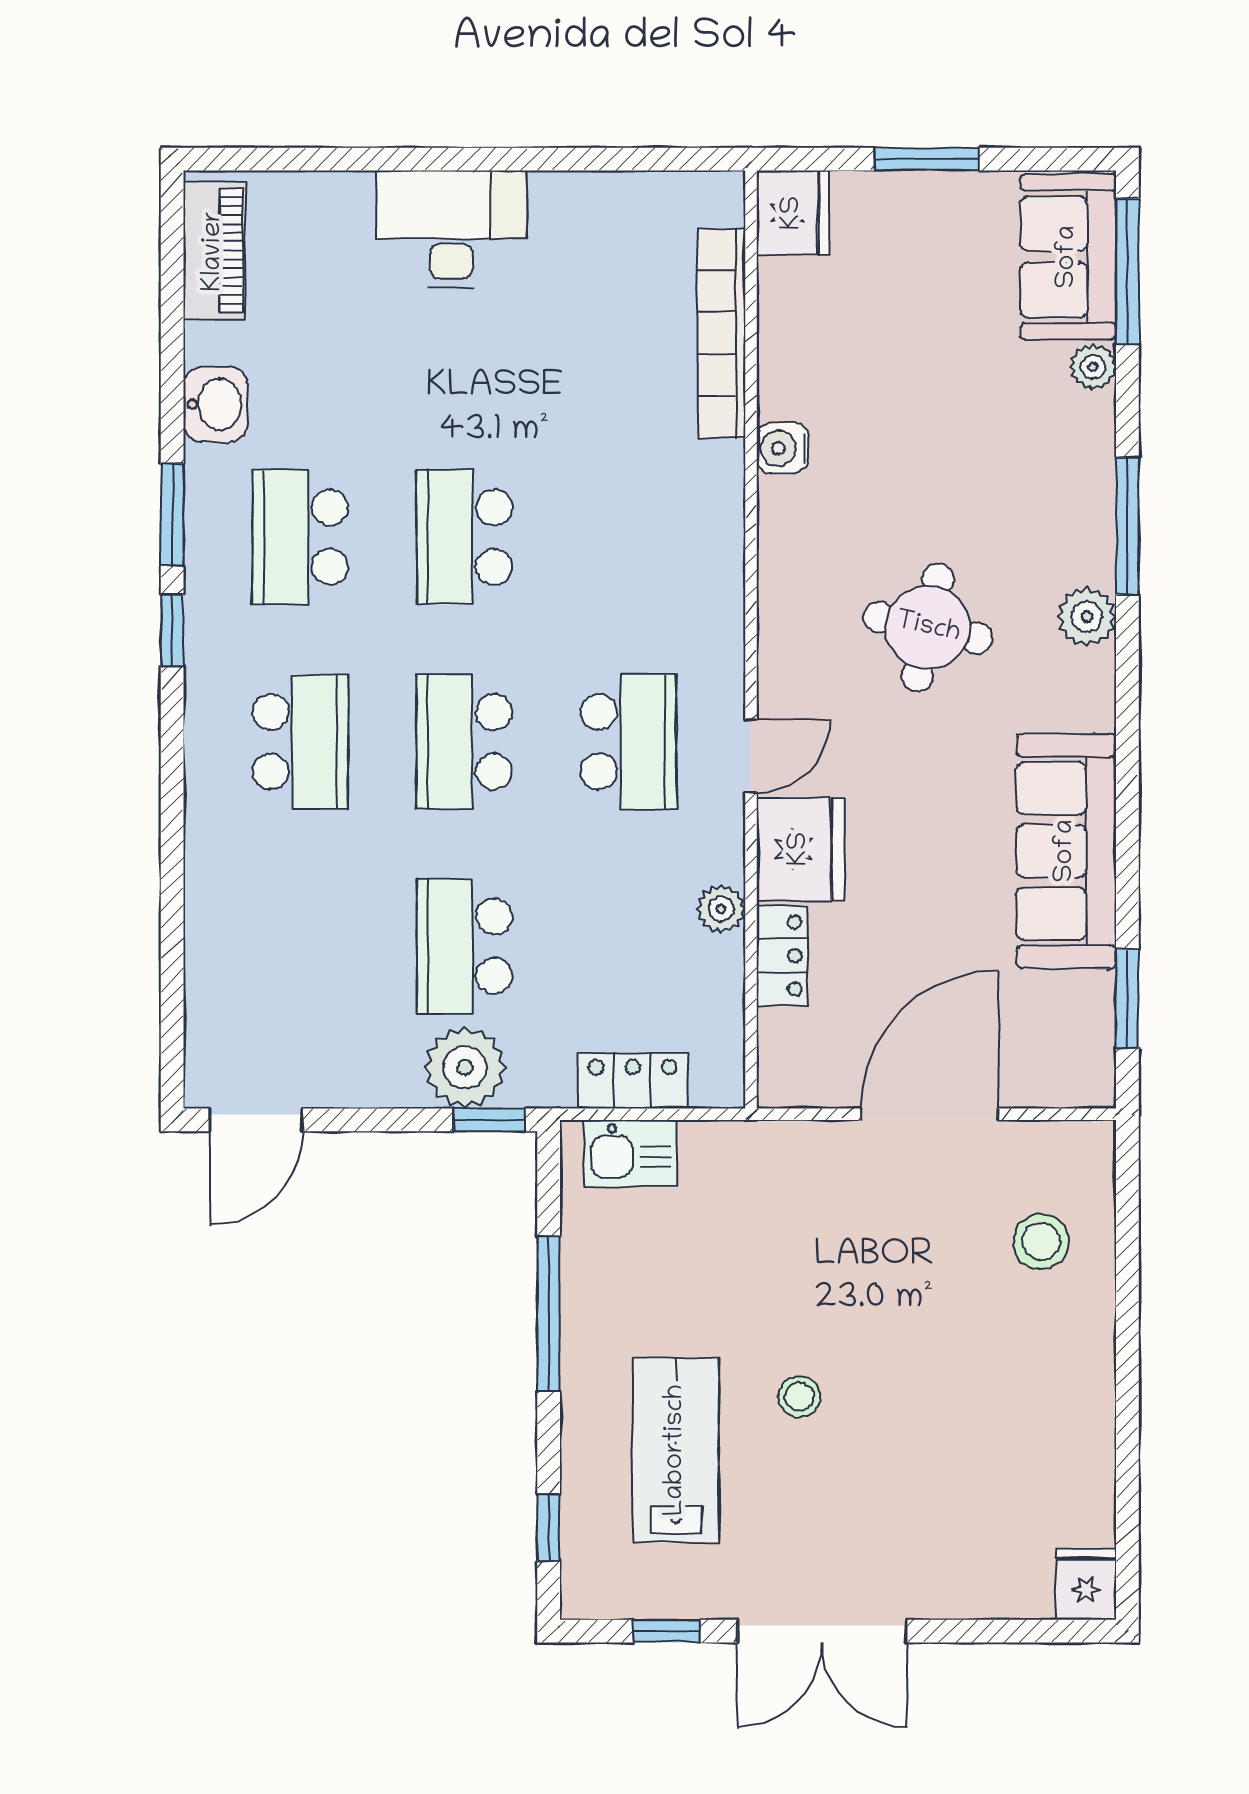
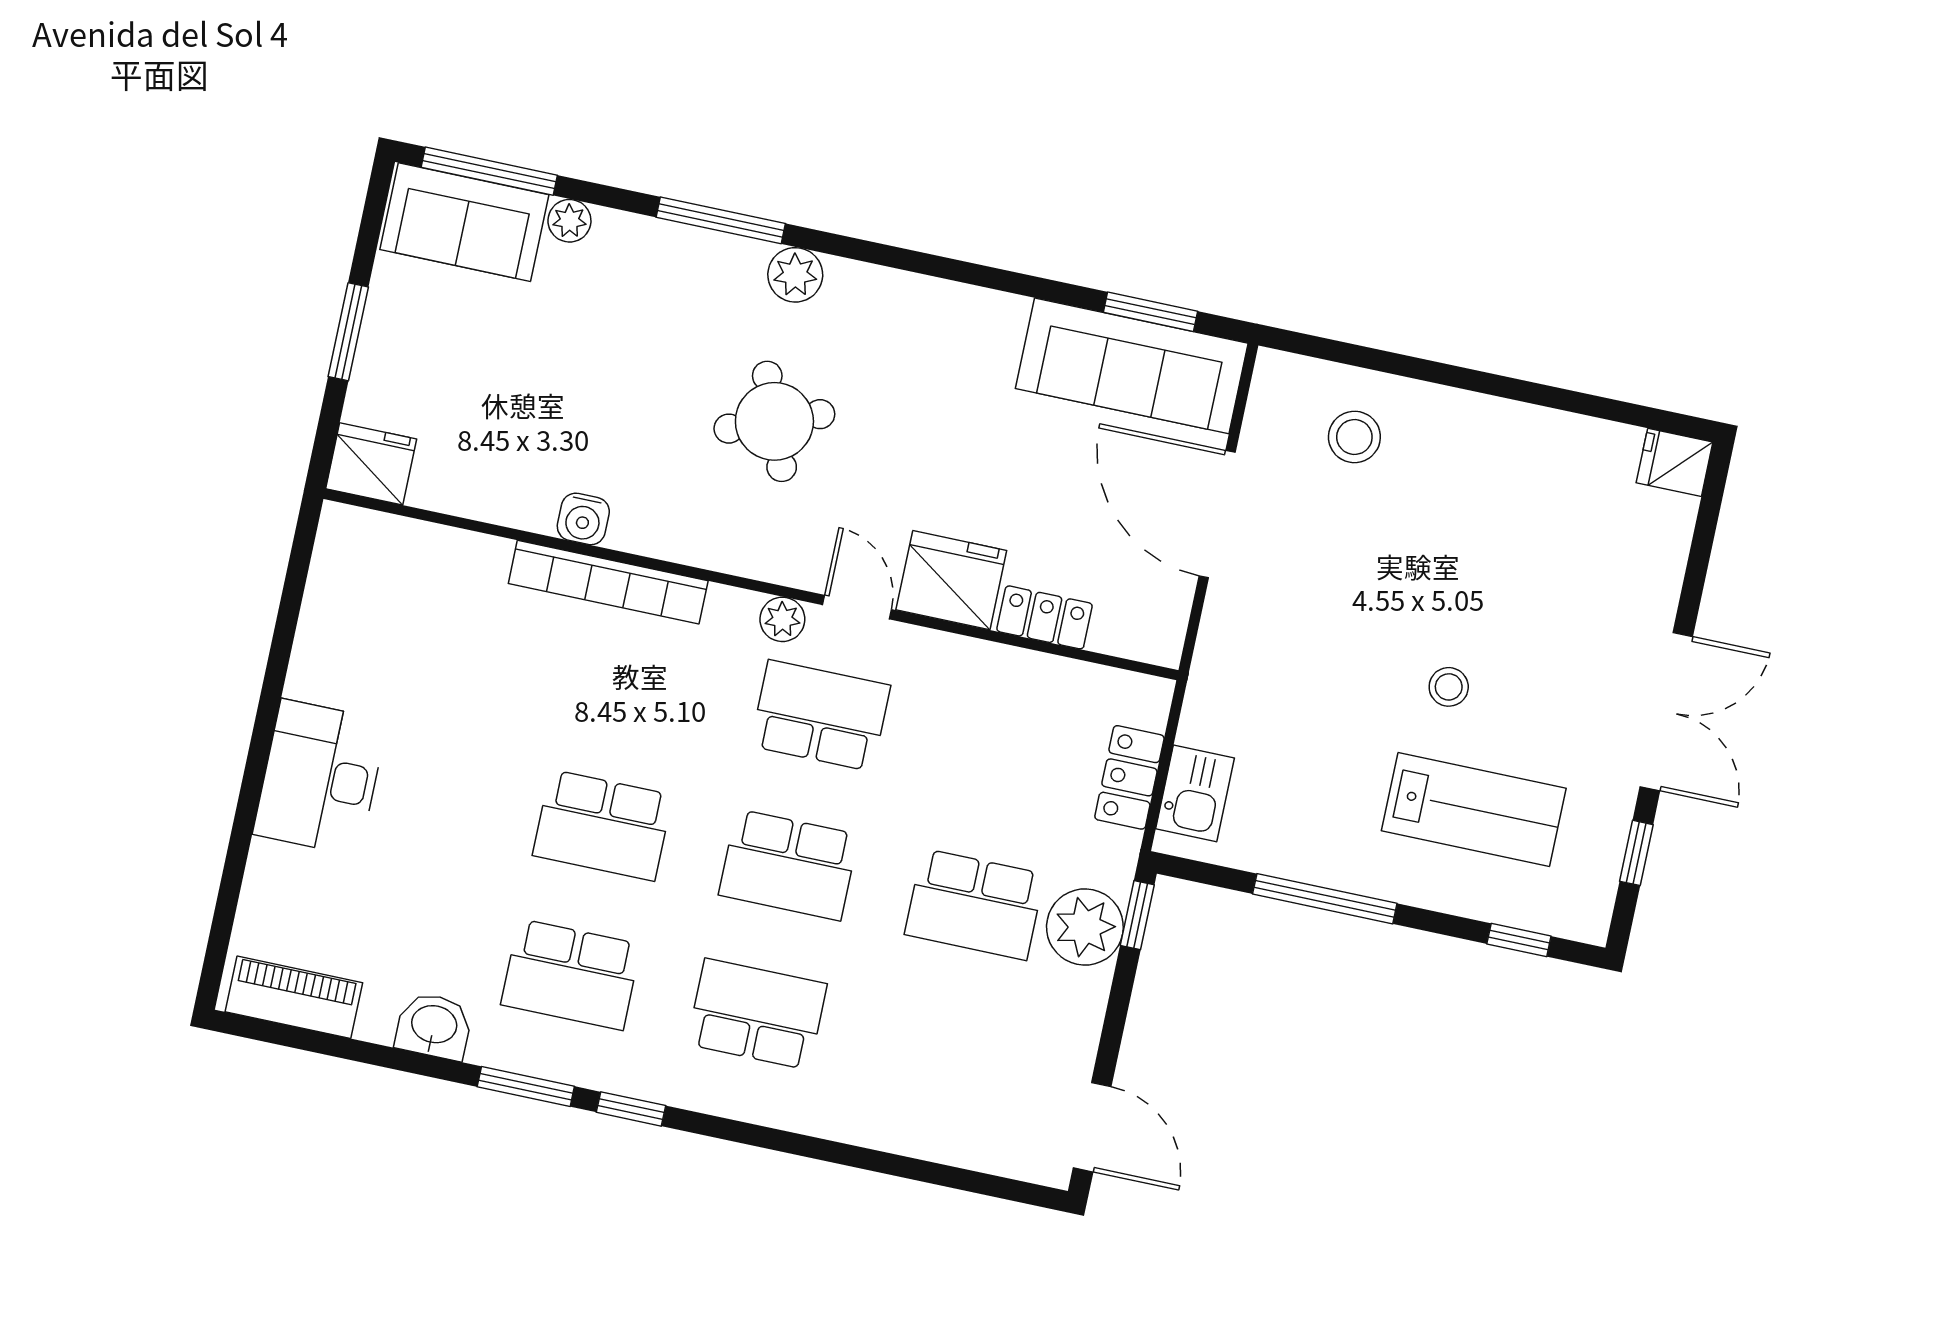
bookcase: (721, 333) -> (608, 582), moved
round table: (928, 628) -> (774, 421), turned -33
sofa: (1066, 851) -> (1132, 366), moved
plant: (721, 909) -> (782, 619), moved
lab bench: (676, 1450) -> (1474, 810), turned 180

